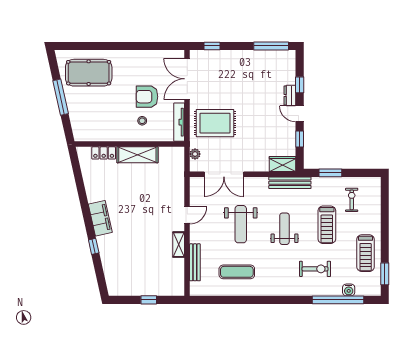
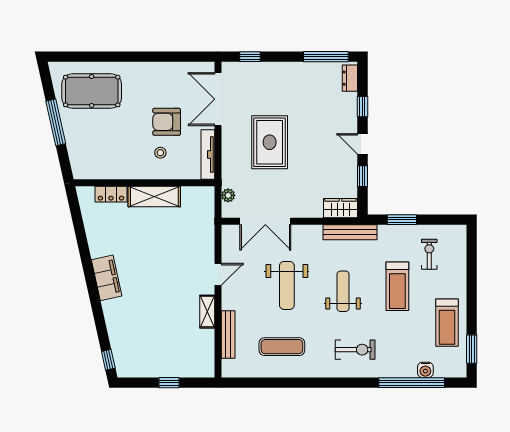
dresser: (290, 95) -> (350, 78), moved
rug: (215, 123) -> (270, 142), moved, turned 90
window: (94, 246) -> (108, 360), moved
exercise bike: (315, 269) -> (355, 350), moved

